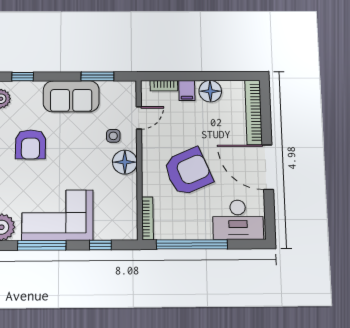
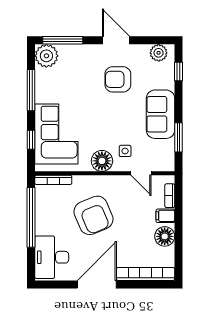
corner sofa: (58, 215) -> (56, 134), moved

